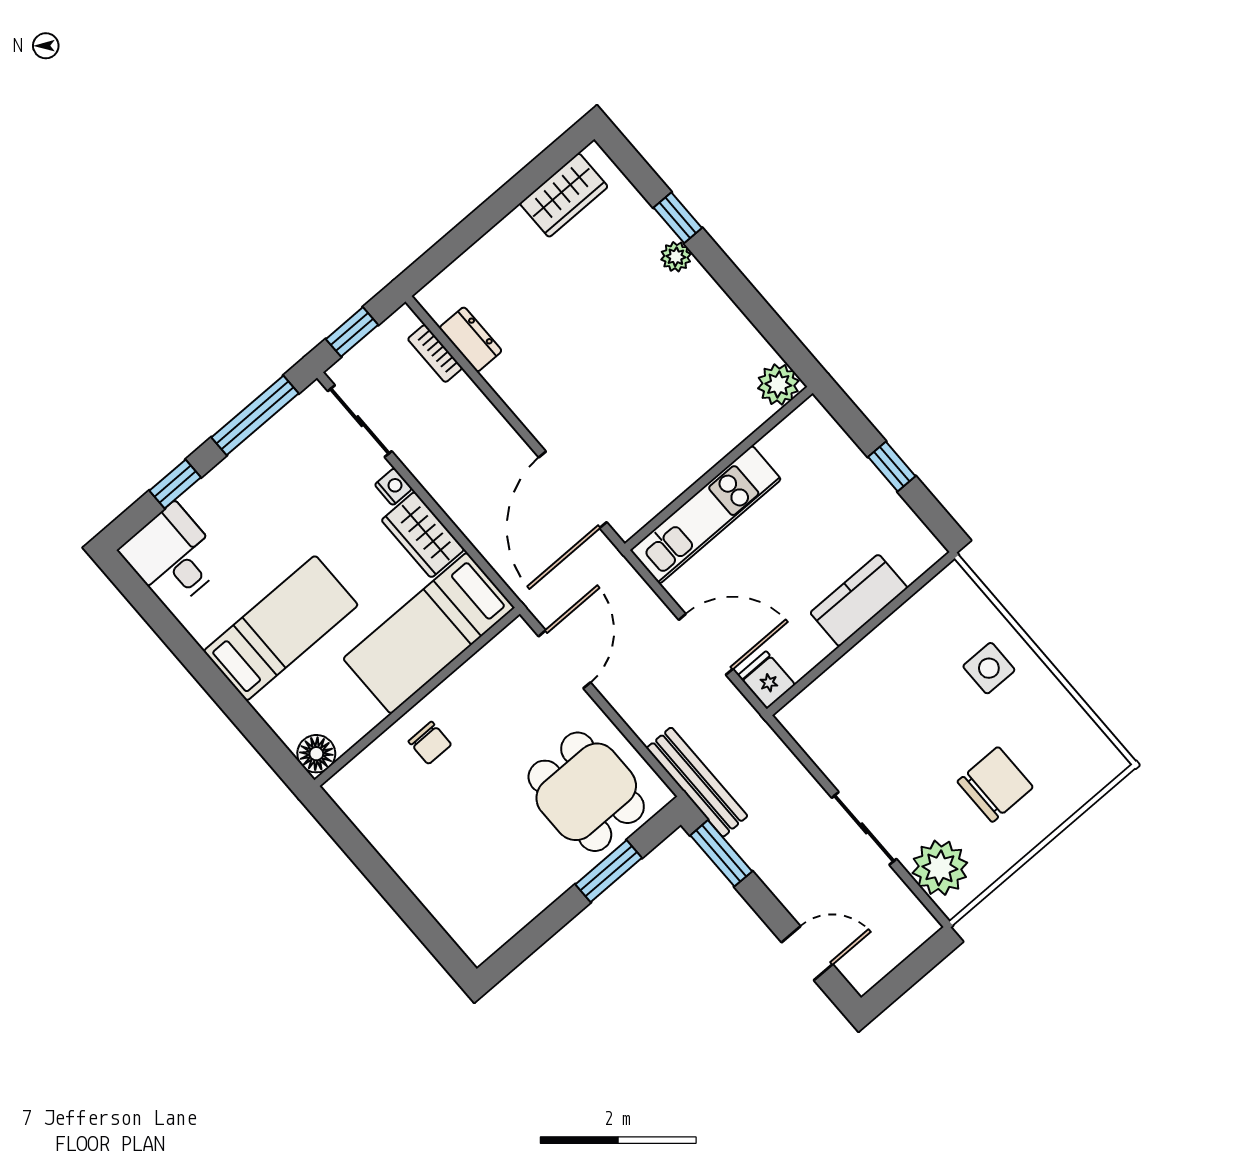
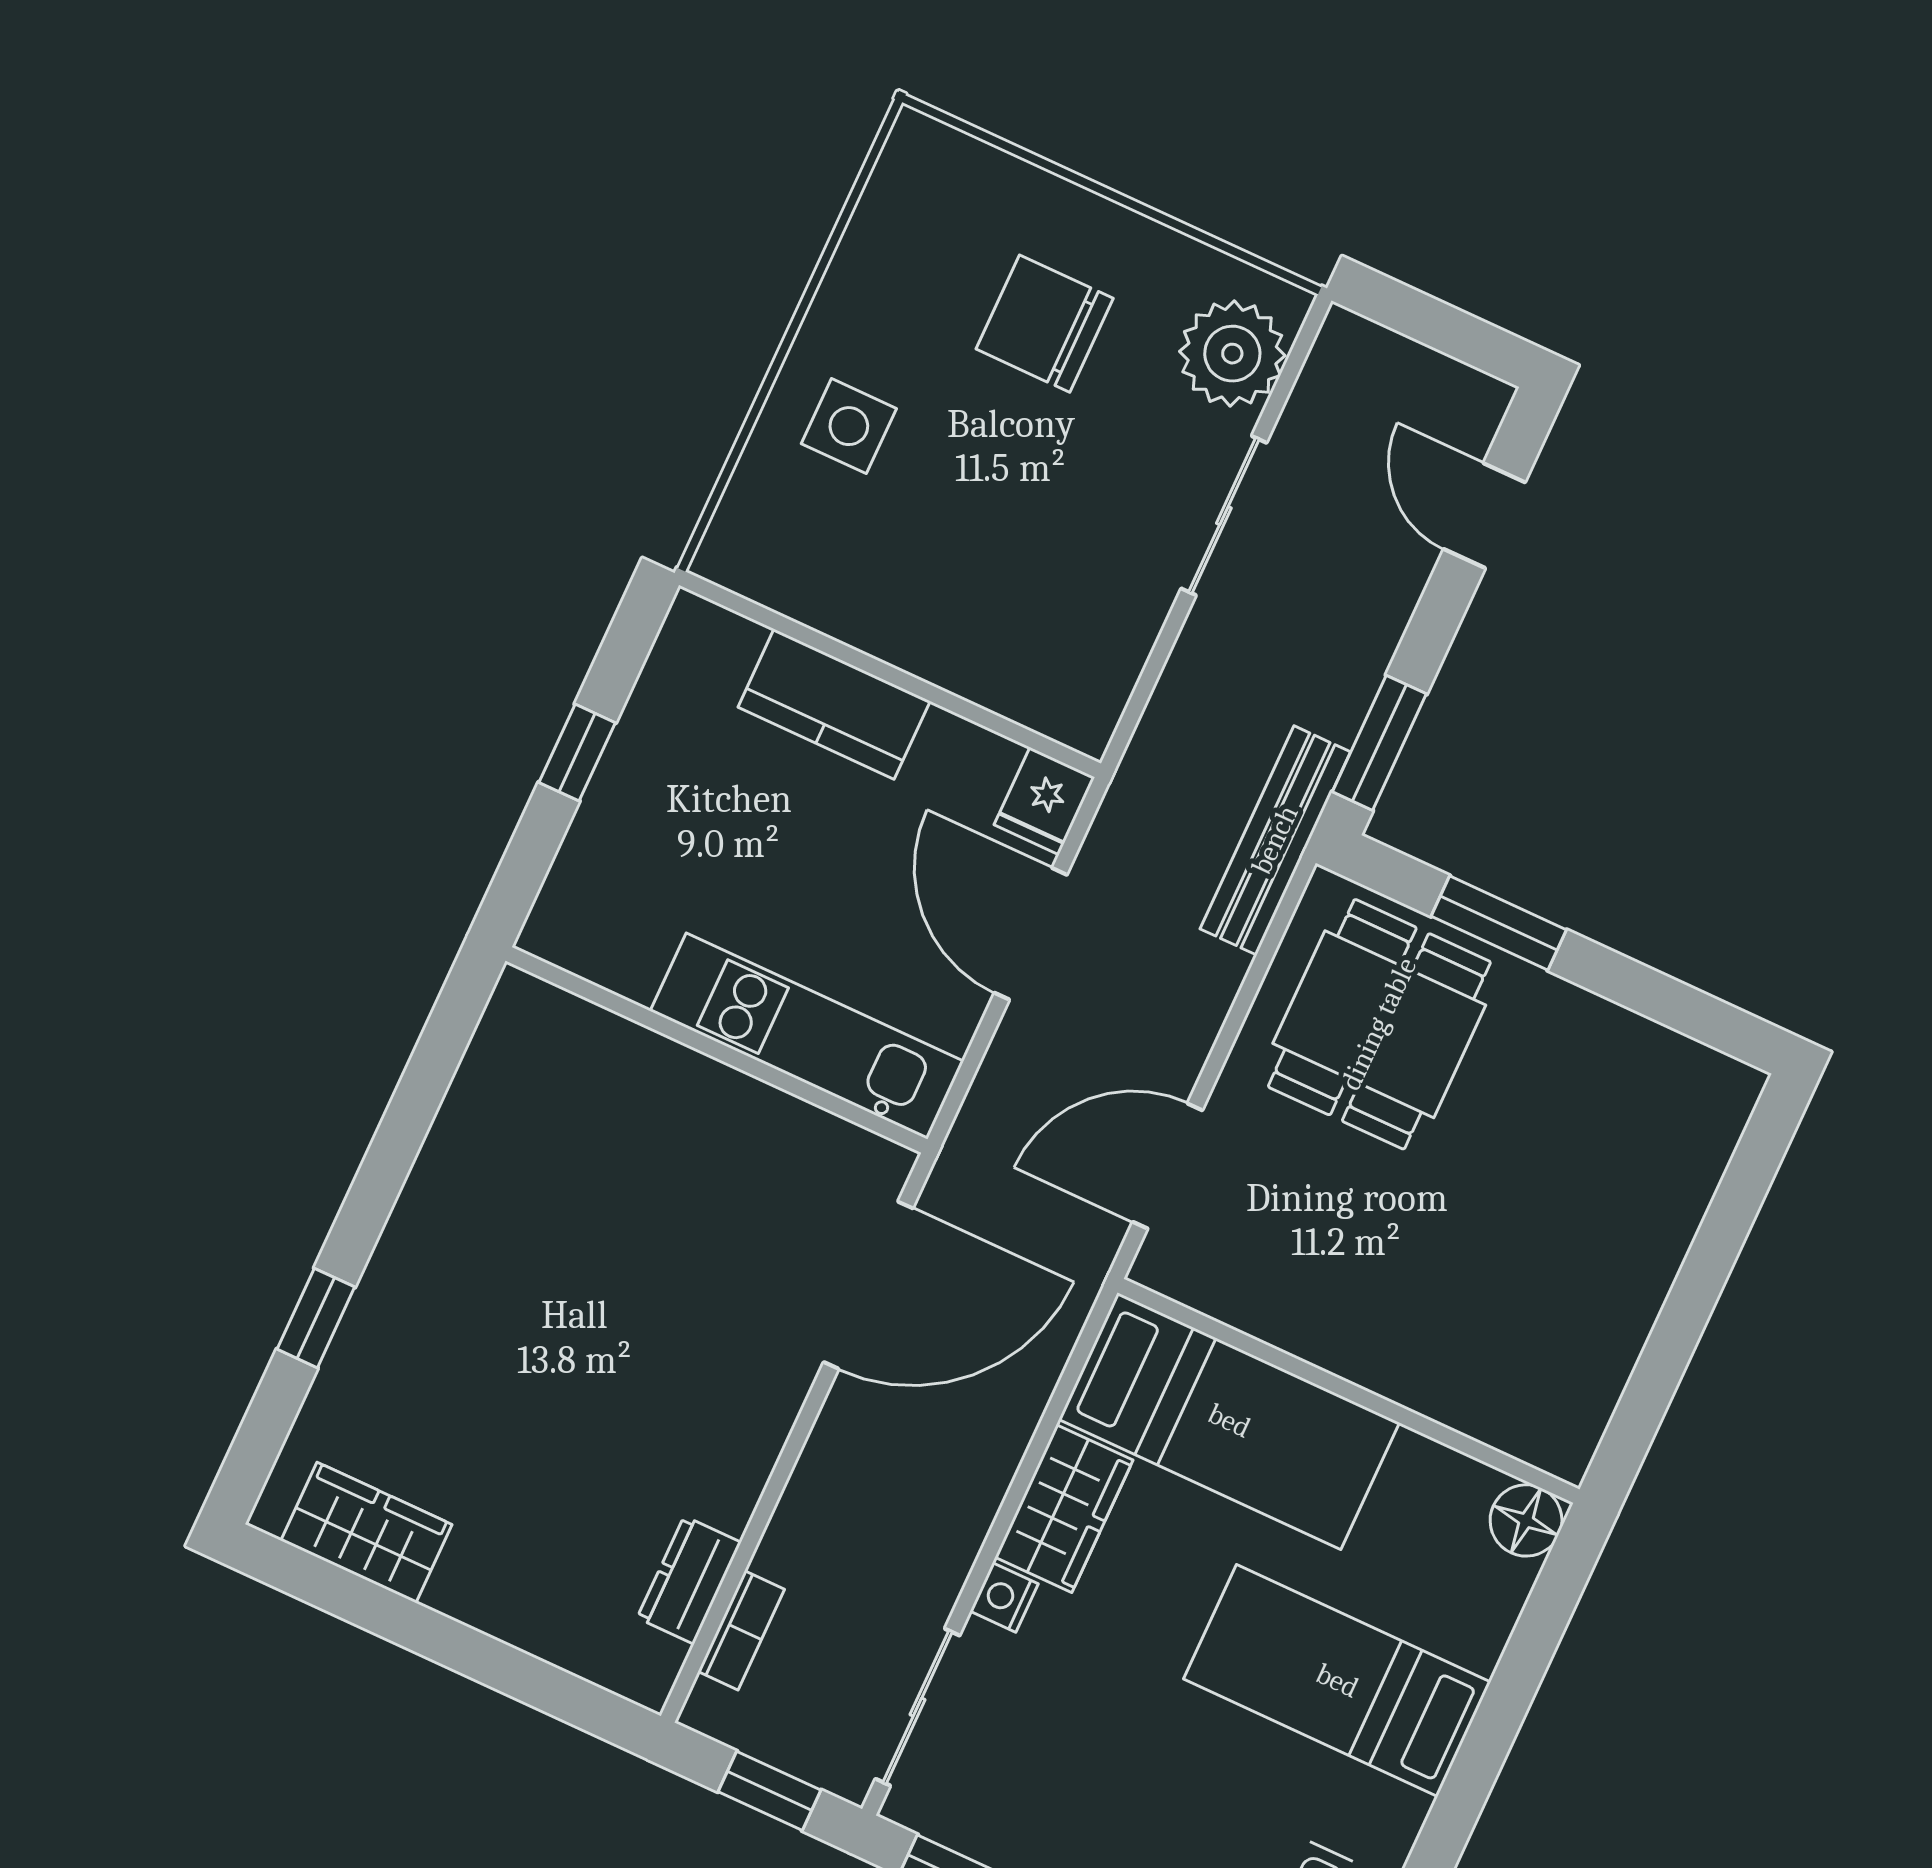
plant: (676, 257) -> (385, 1291), removed
plant: (778, 385) -> (525, 1013), removed
chair: (430, 743) -> (1418, 1333), removed

